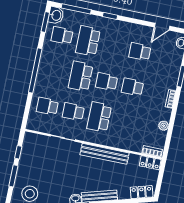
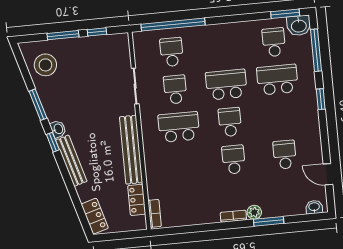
window: (35, 70) -> (173, 25), moved
plant: (164, 126) -> (254, 212), moved
locker: (150, 163) -> (137, 200), moved

